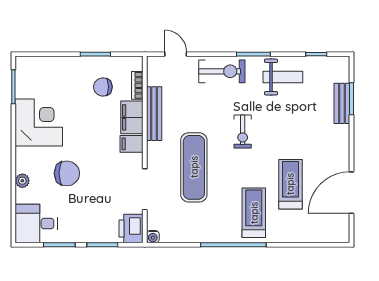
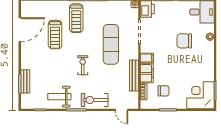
corner desk: (39, 123) -> (201, 95), moved, turned 90

